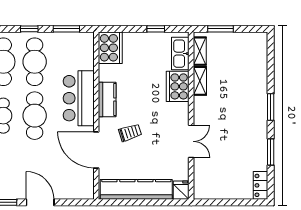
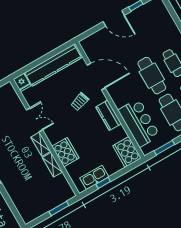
shelving: (200, 51) -> (41, 144), moved
kitchen sink: (180, 54) -> (94, 177), moved, turned -90
bar counter: (79, 98) -> (139, 123), moved
double door: (191, 141) -> (34, 120), swing flipped

